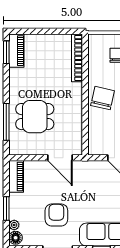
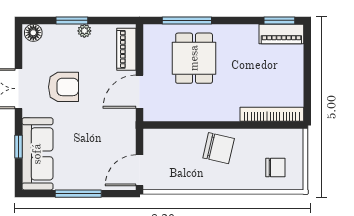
piano: (16, 176) -> (126, 49), moved, turned 90
plant: (14, 225) -> (84, 31), moved

